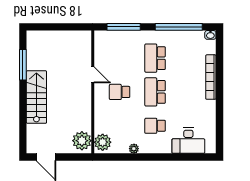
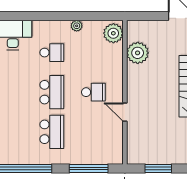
window: (64, 27) -> (158, 168), added
plant: (82, 141) -> (138, 53), moved

